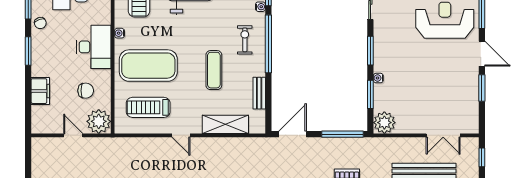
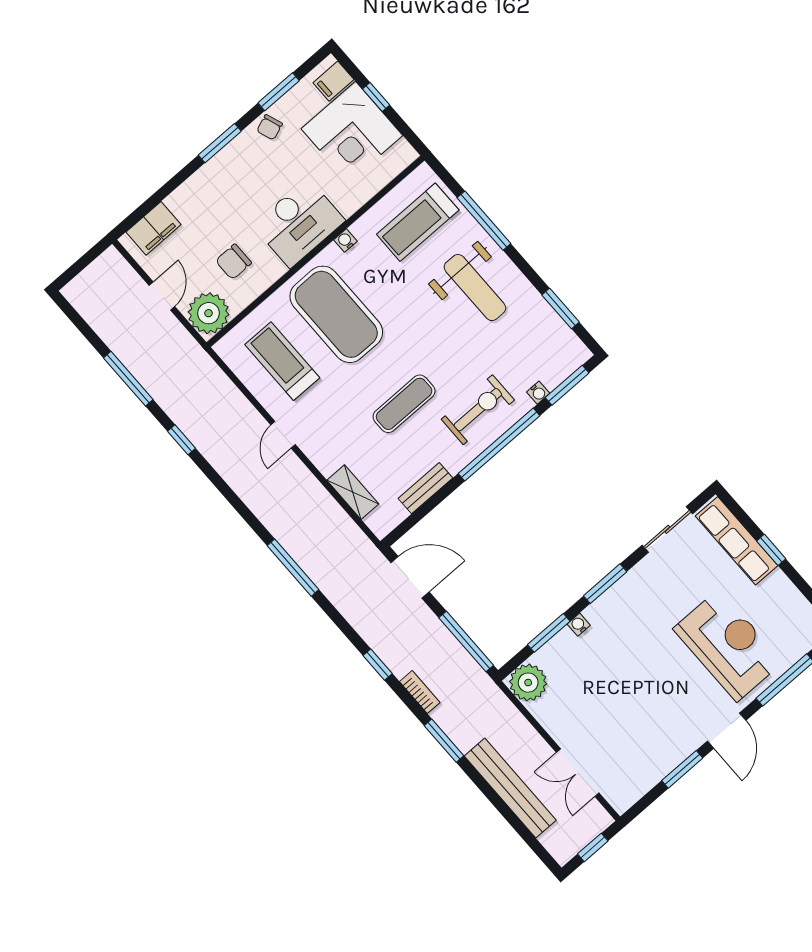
exercise bike: (245, 40) -> (478, 410), width x1.38, depth x1.39
filing cabinet: (40, 91) -> (154, 228), moved
chair: (86, 91) -> (234, 262), turned 90
shelving: (225, 124) -> (353, 492), width x0.67, depth x0.75

